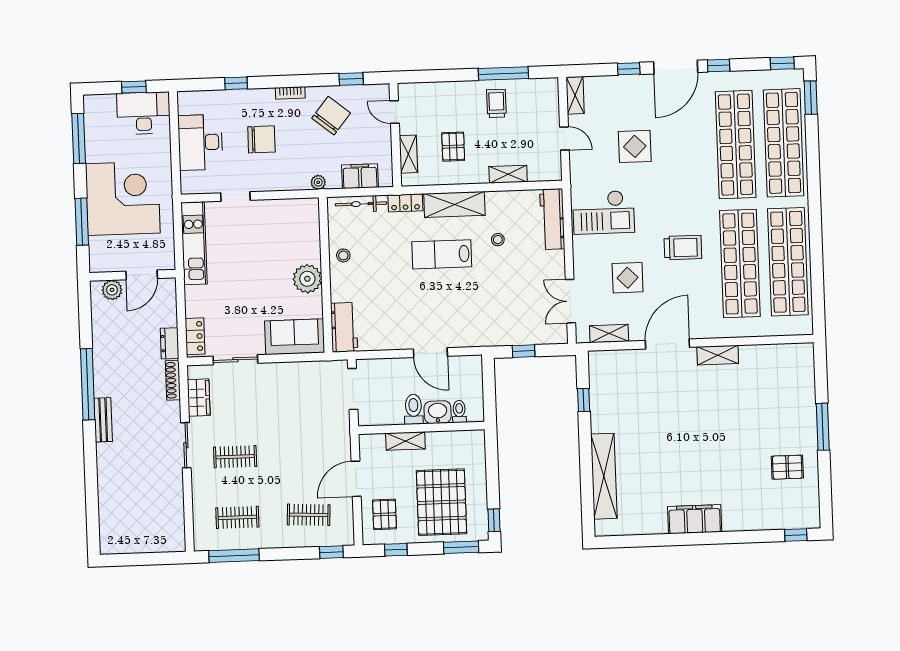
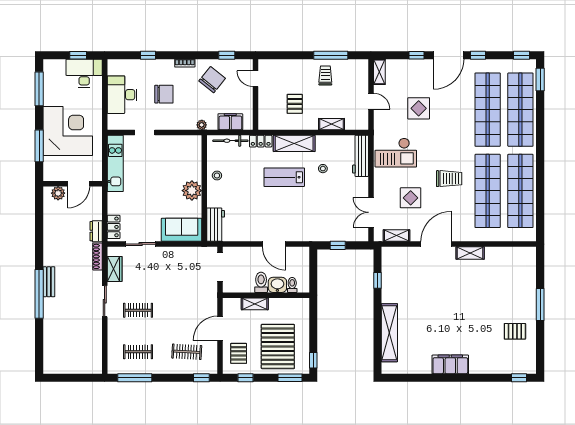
shelving: (408, 154) -> (264, 108), removed
window: (88, 384) -> (39, 294), moved

